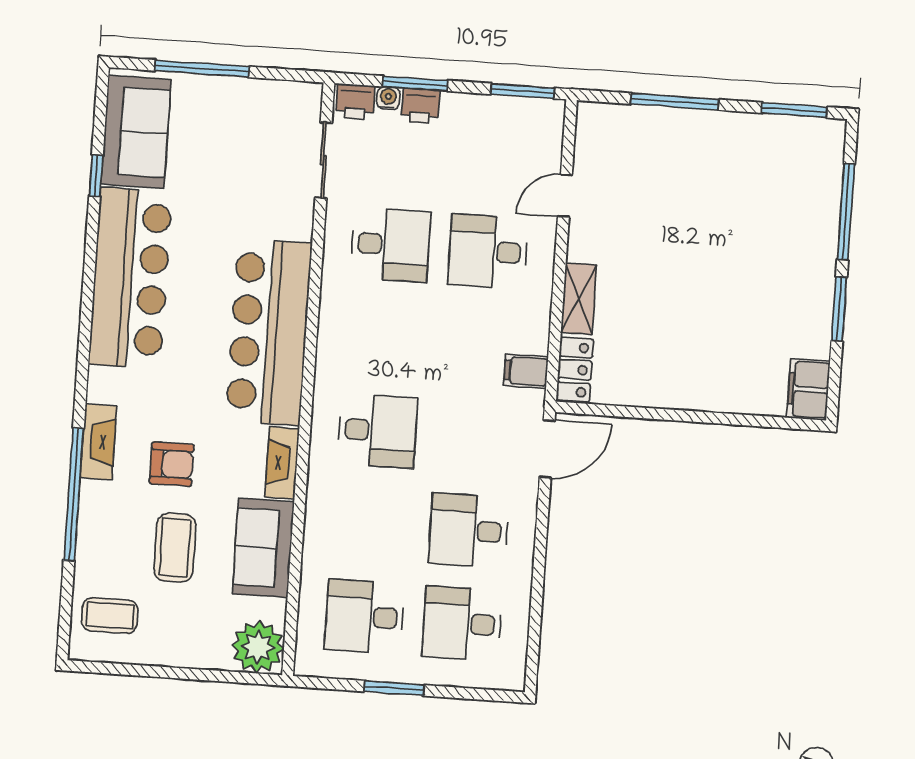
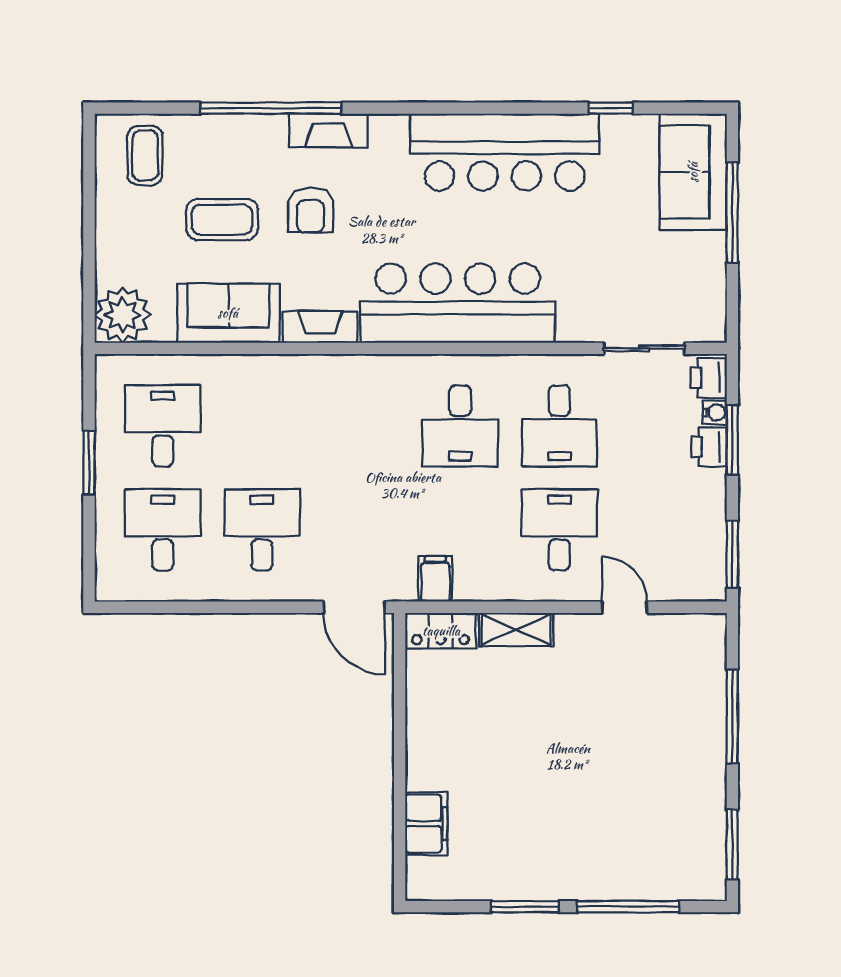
sofa: (136, 132) -> (693, 172), moved, turned 90
filing cabinet: (808, 389) -> (426, 823), moved, turned 90
desk: (378, 431) -> (460, 426), moved

